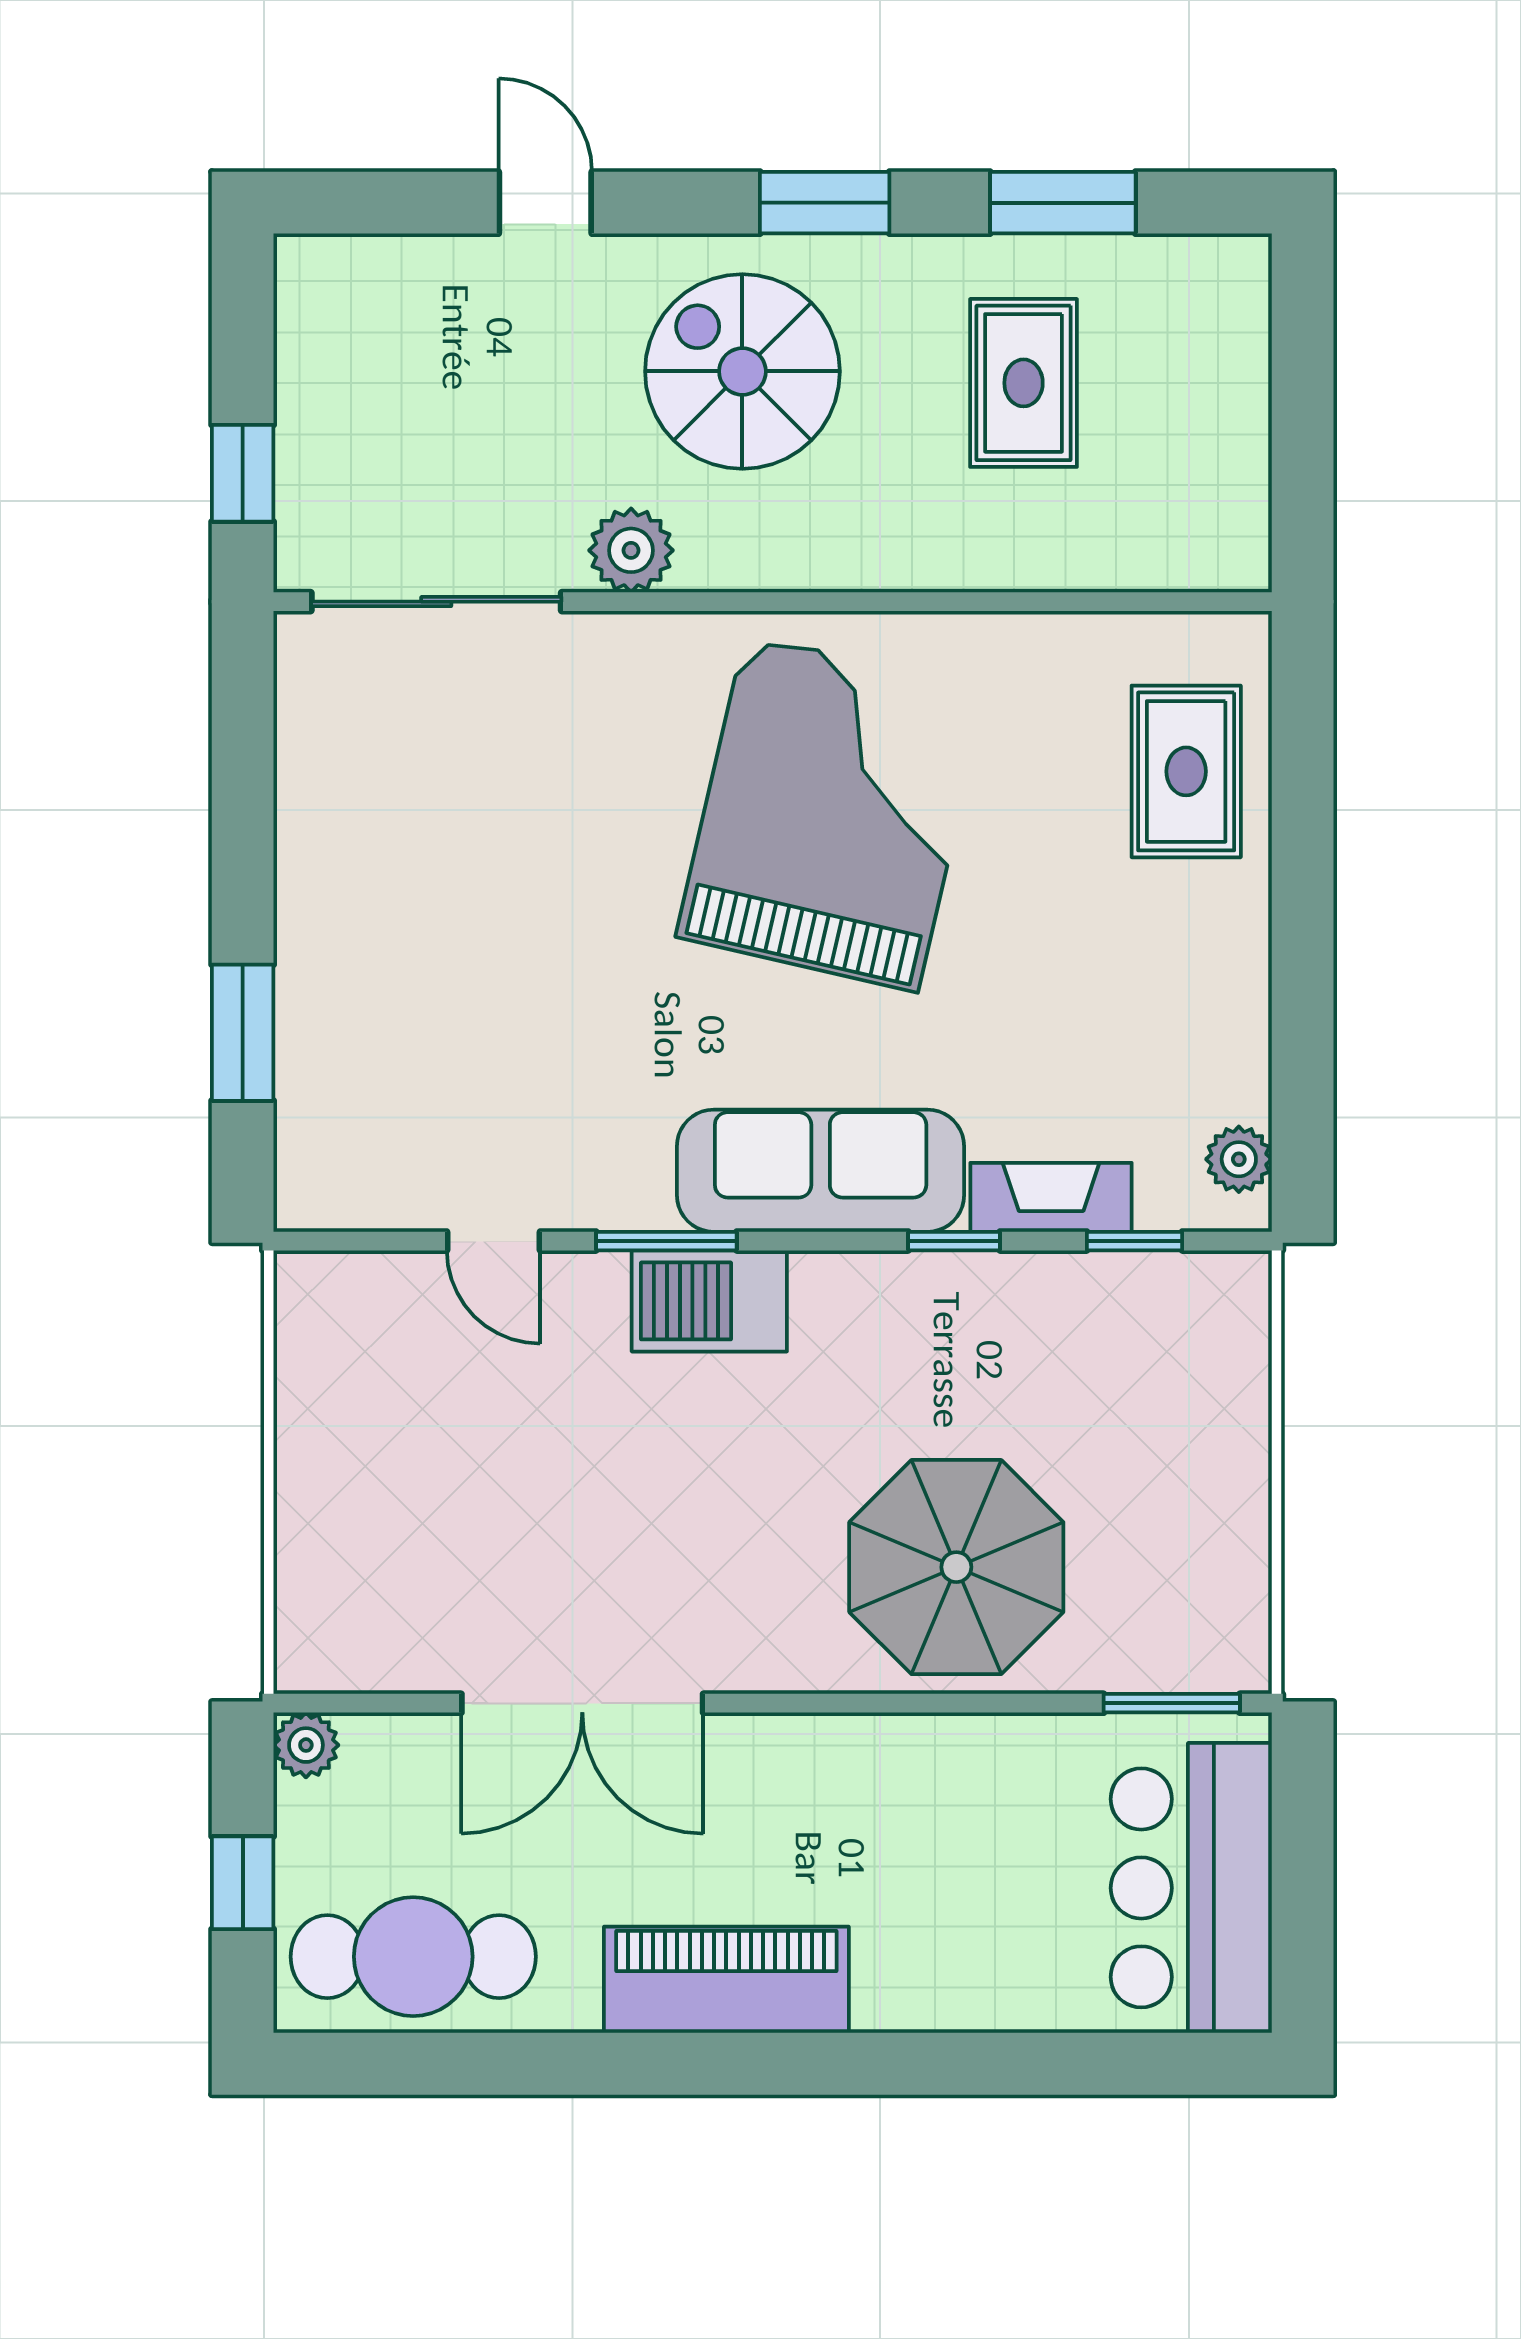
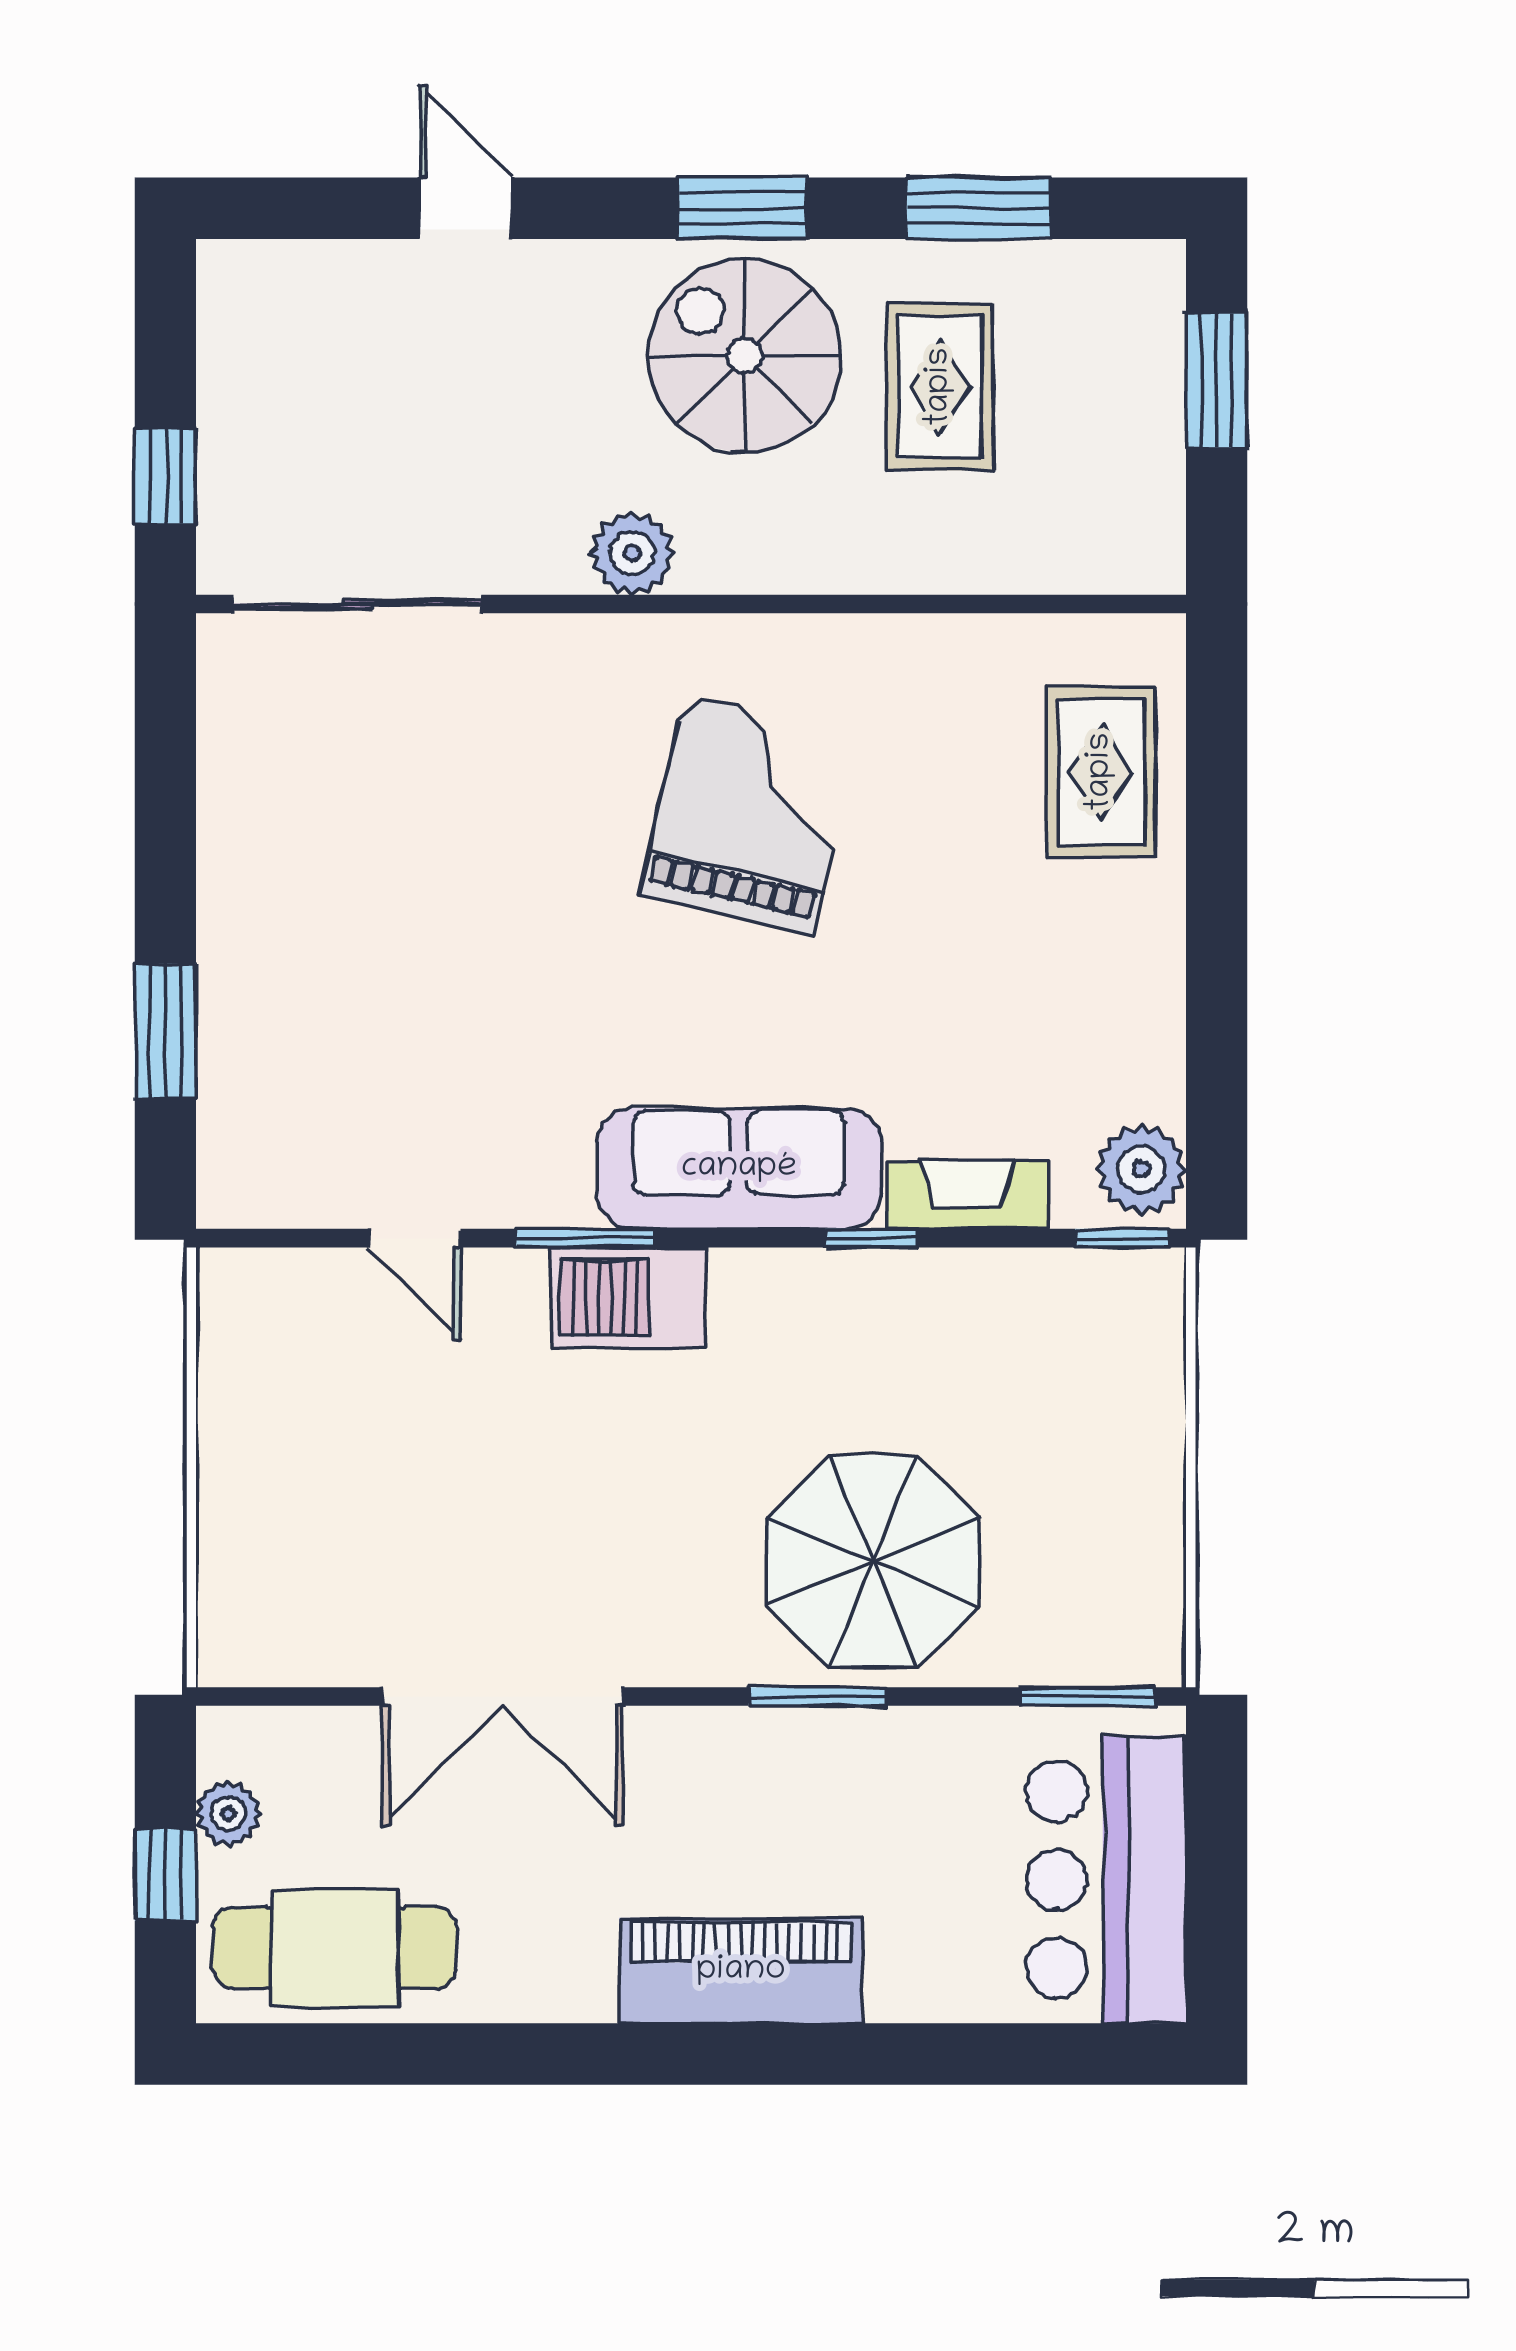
spiral stairs: (742, 371) -> (745, 356), moved
window: (1303, 376) -> (1217, 380), added
plant: (631, 550) -> (632, 553), moved
grand piano: (832, 813) -> (750, 814), width x0.73, depth x0.68
plant: (1239, 1159) -> (1141, 1169), width x1.38, depth x1.38
window: (1135, 1241) -> (1123, 1238), moved
window: (900, 1703) -> (817, 1696), added
plant: (306, 1745) -> (228, 1814), moved
piano: (726, 1980) -> (741, 1971), moved

